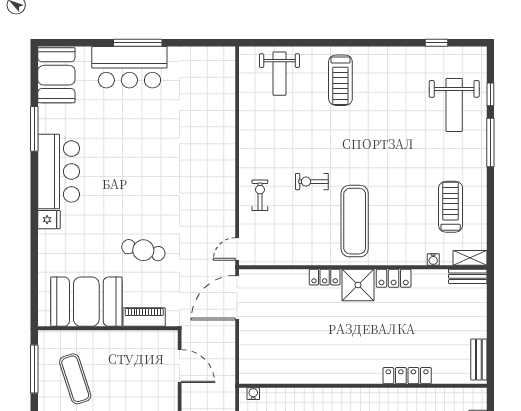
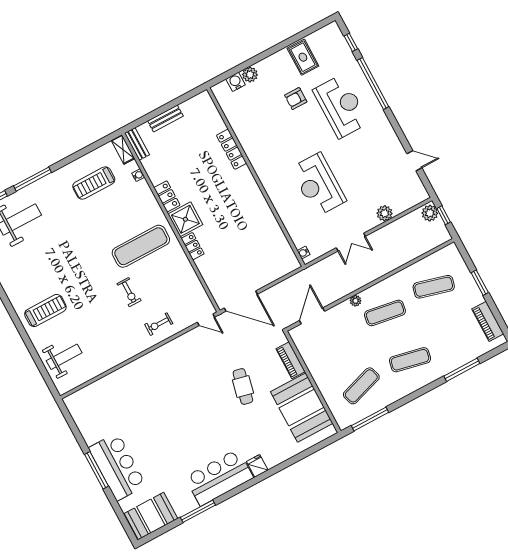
bench: (479, 359) -> (165, 118), moved

